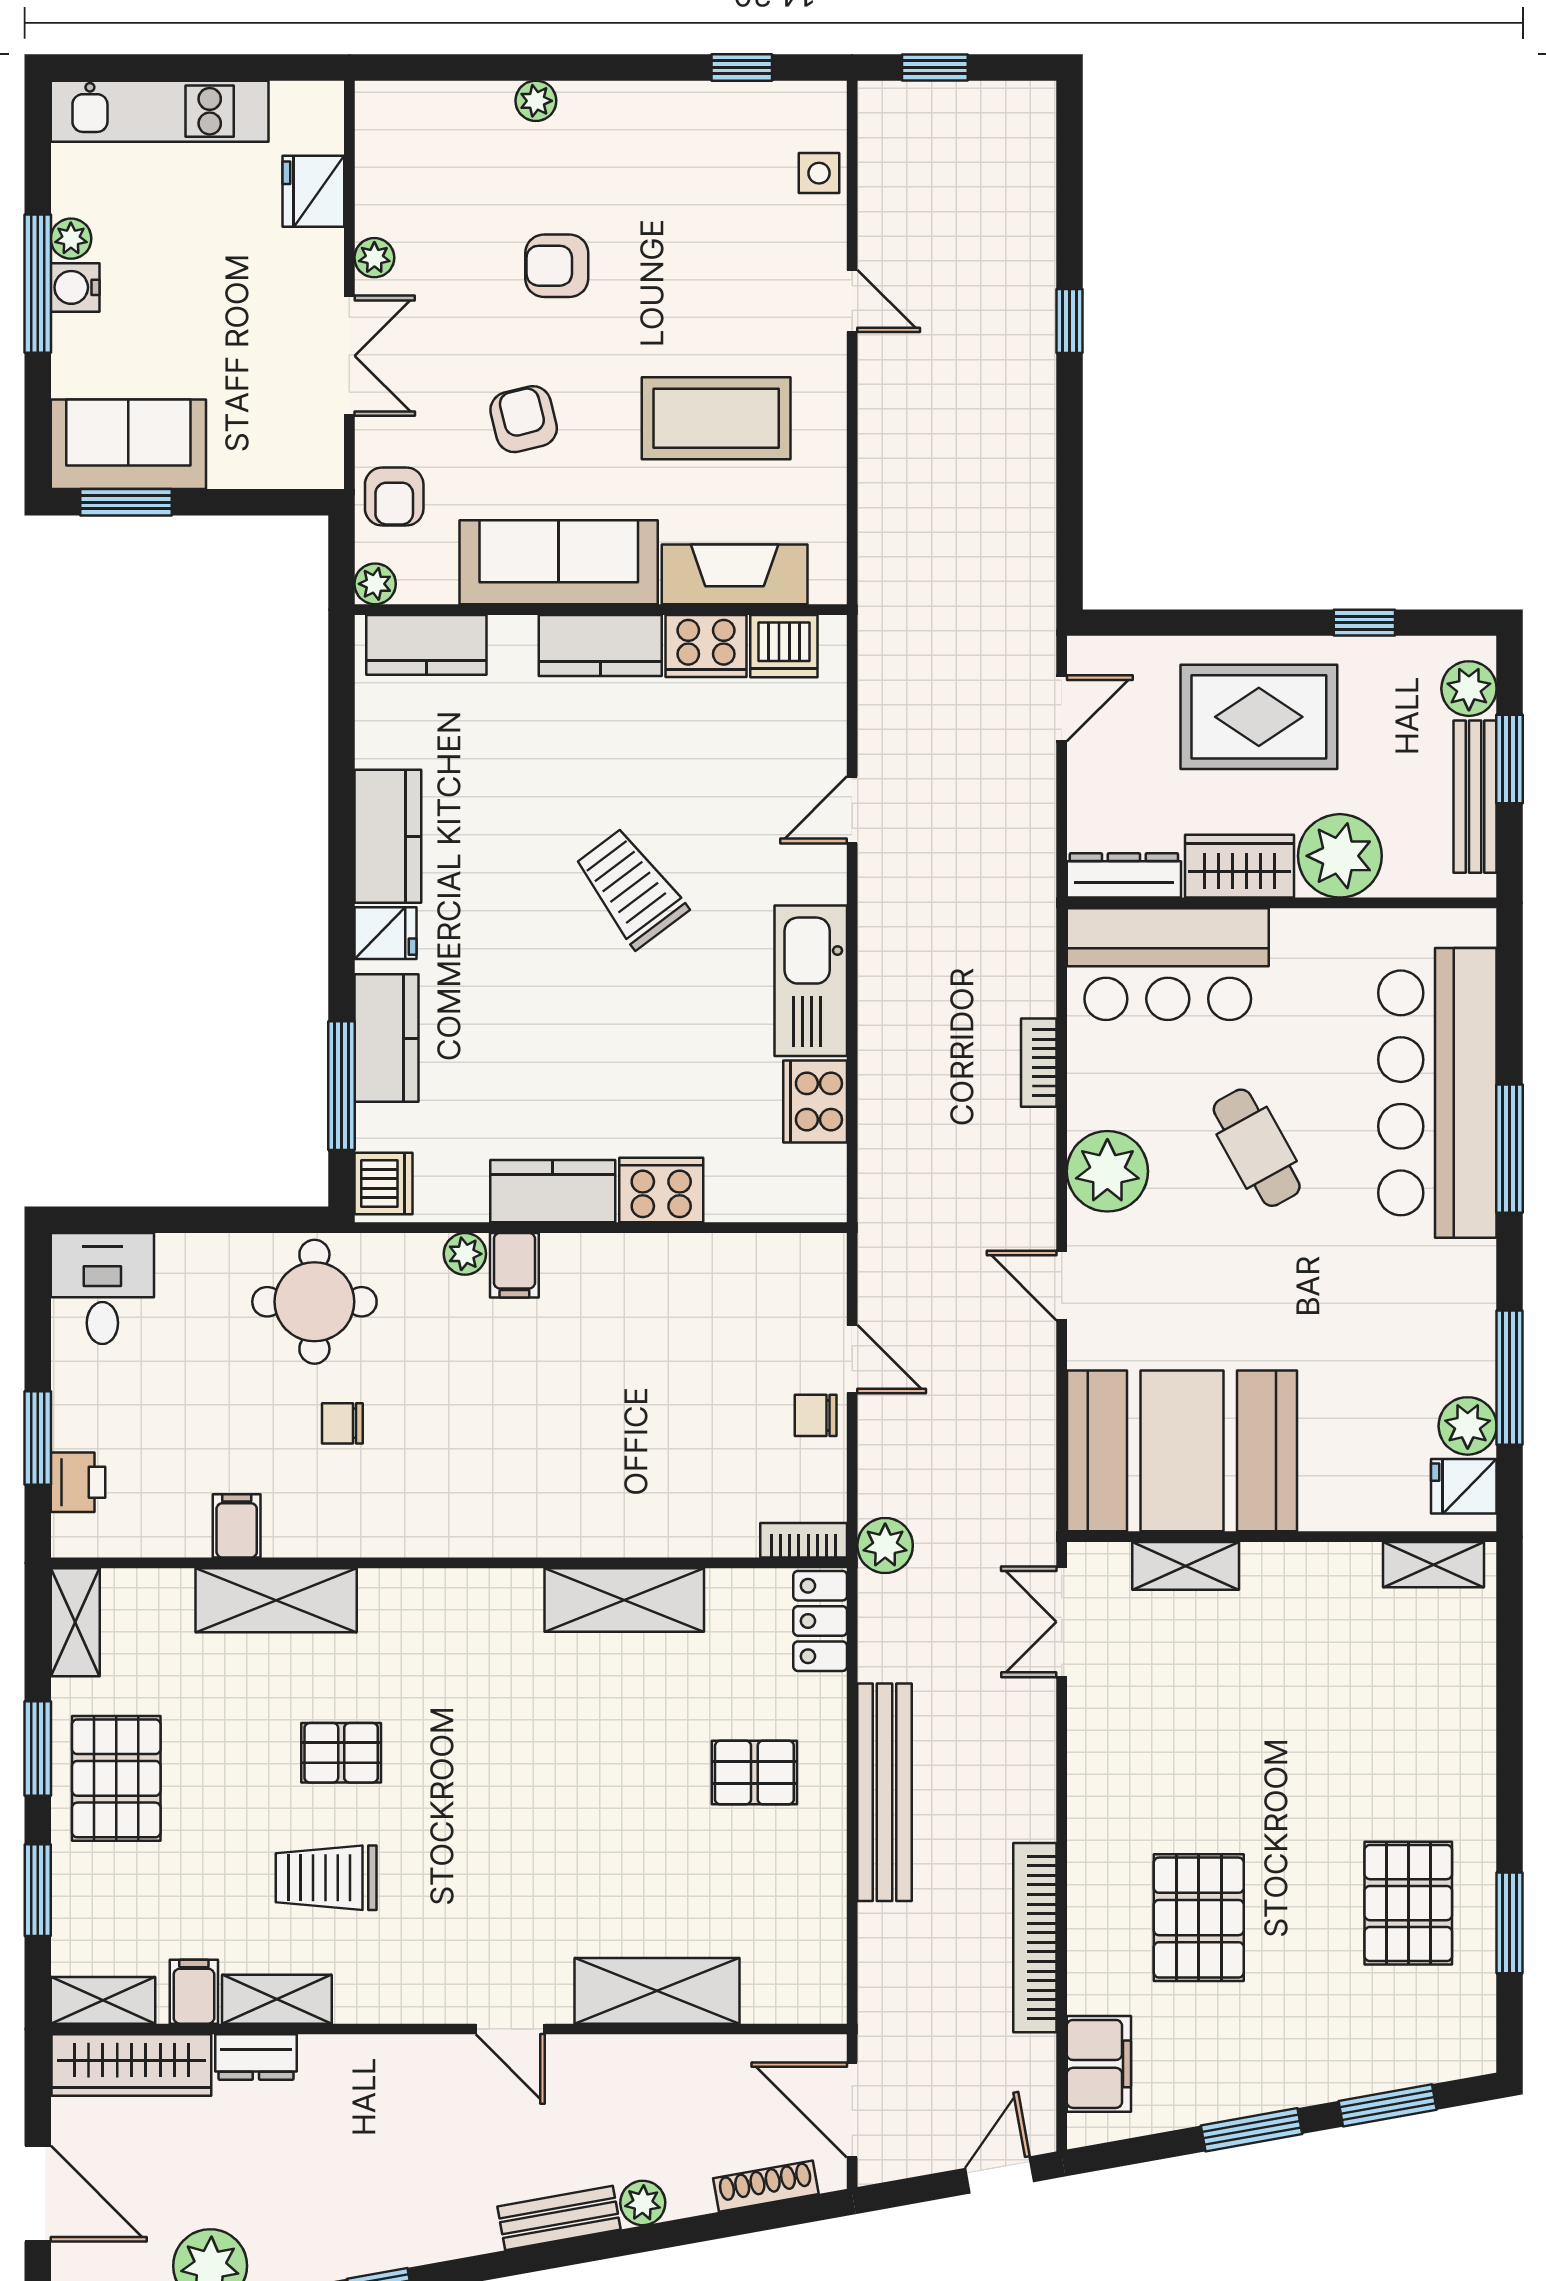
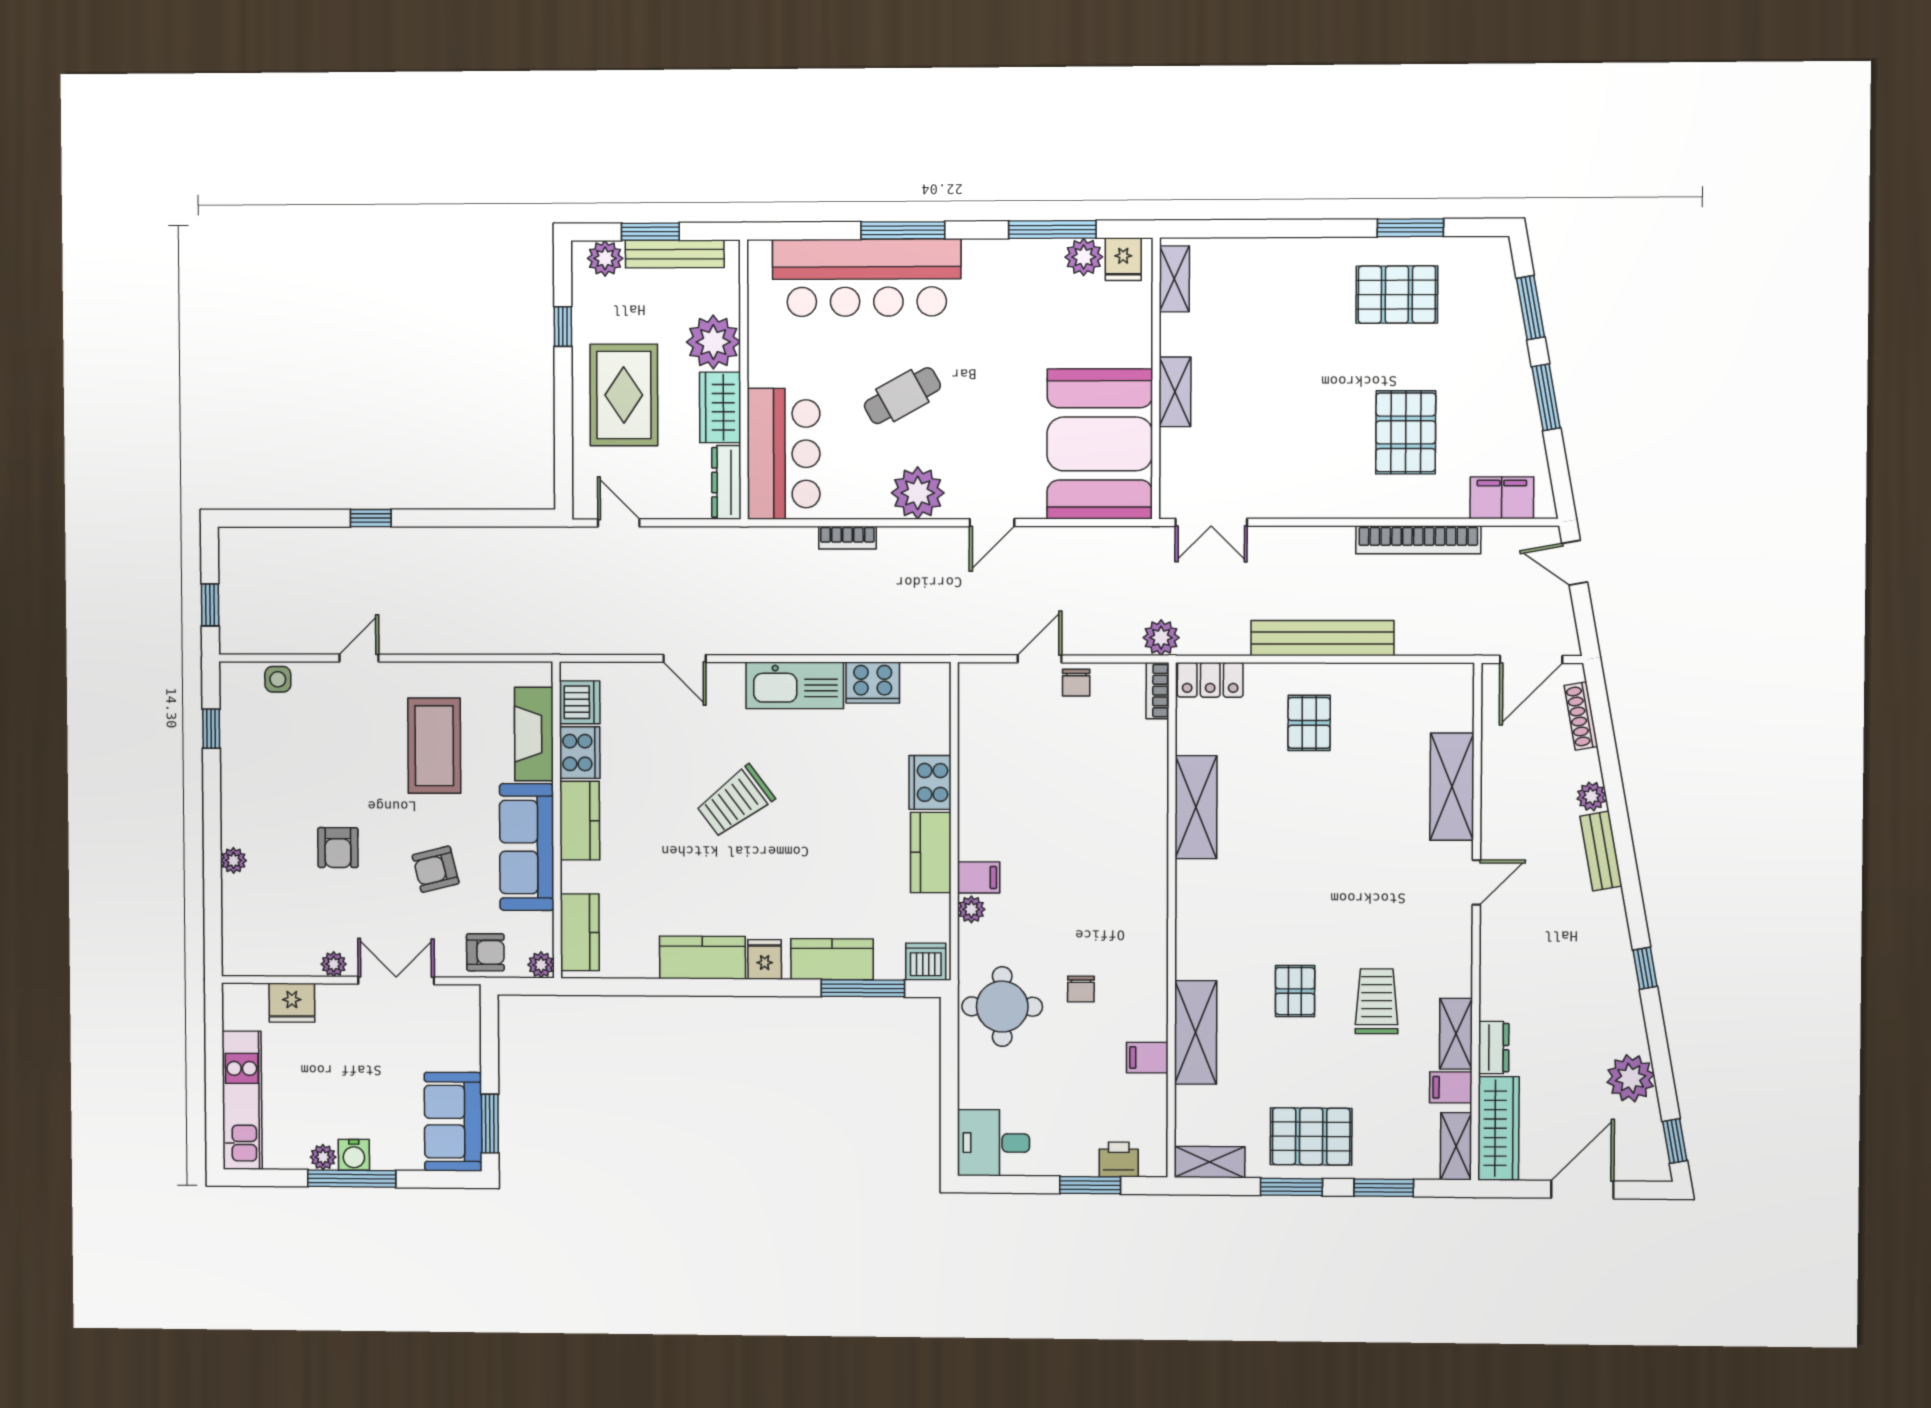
shelving: (1186, 1566) -> (1175, 392), moved
trolley: (326, 1878) -> (1377, 1001), turned 180
pallet: (1199, 1918) -> (1406, 432), turned 90

